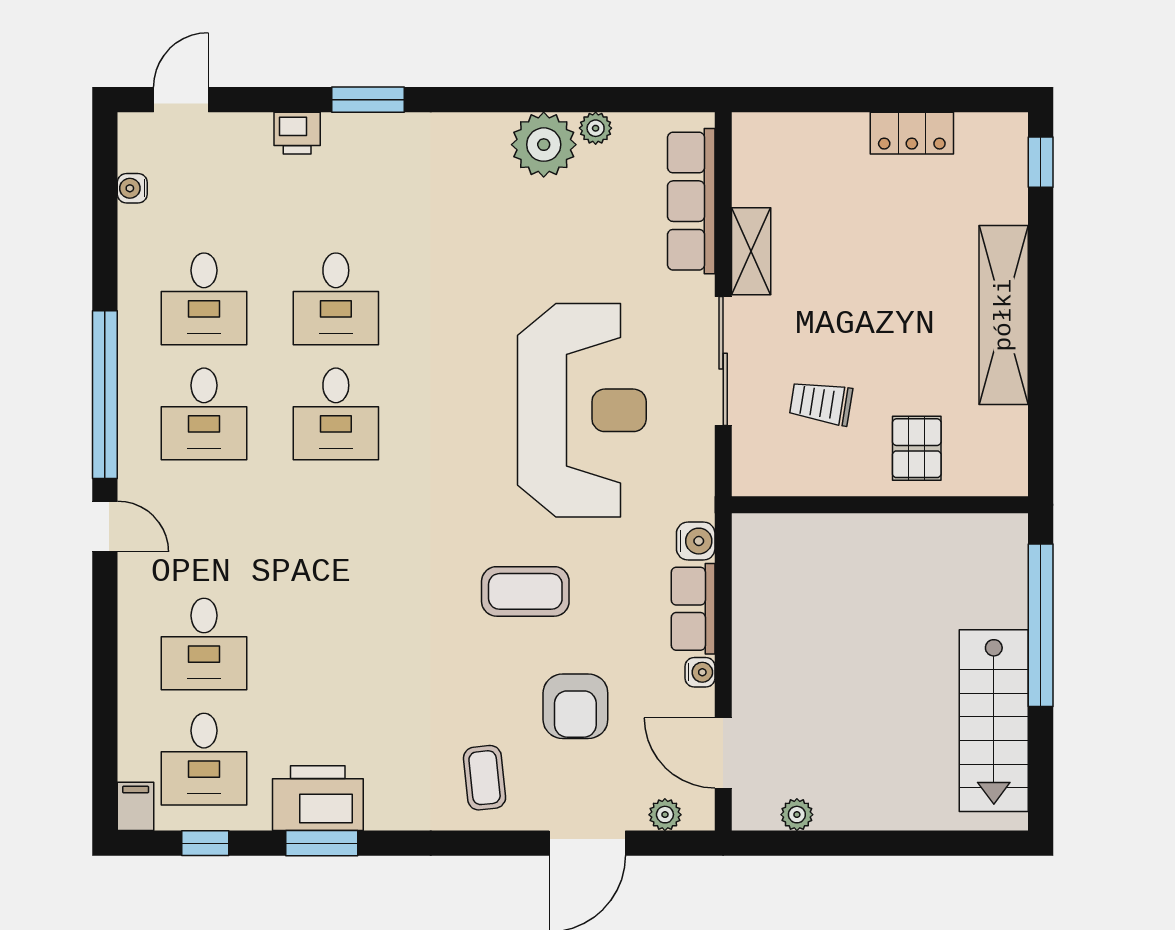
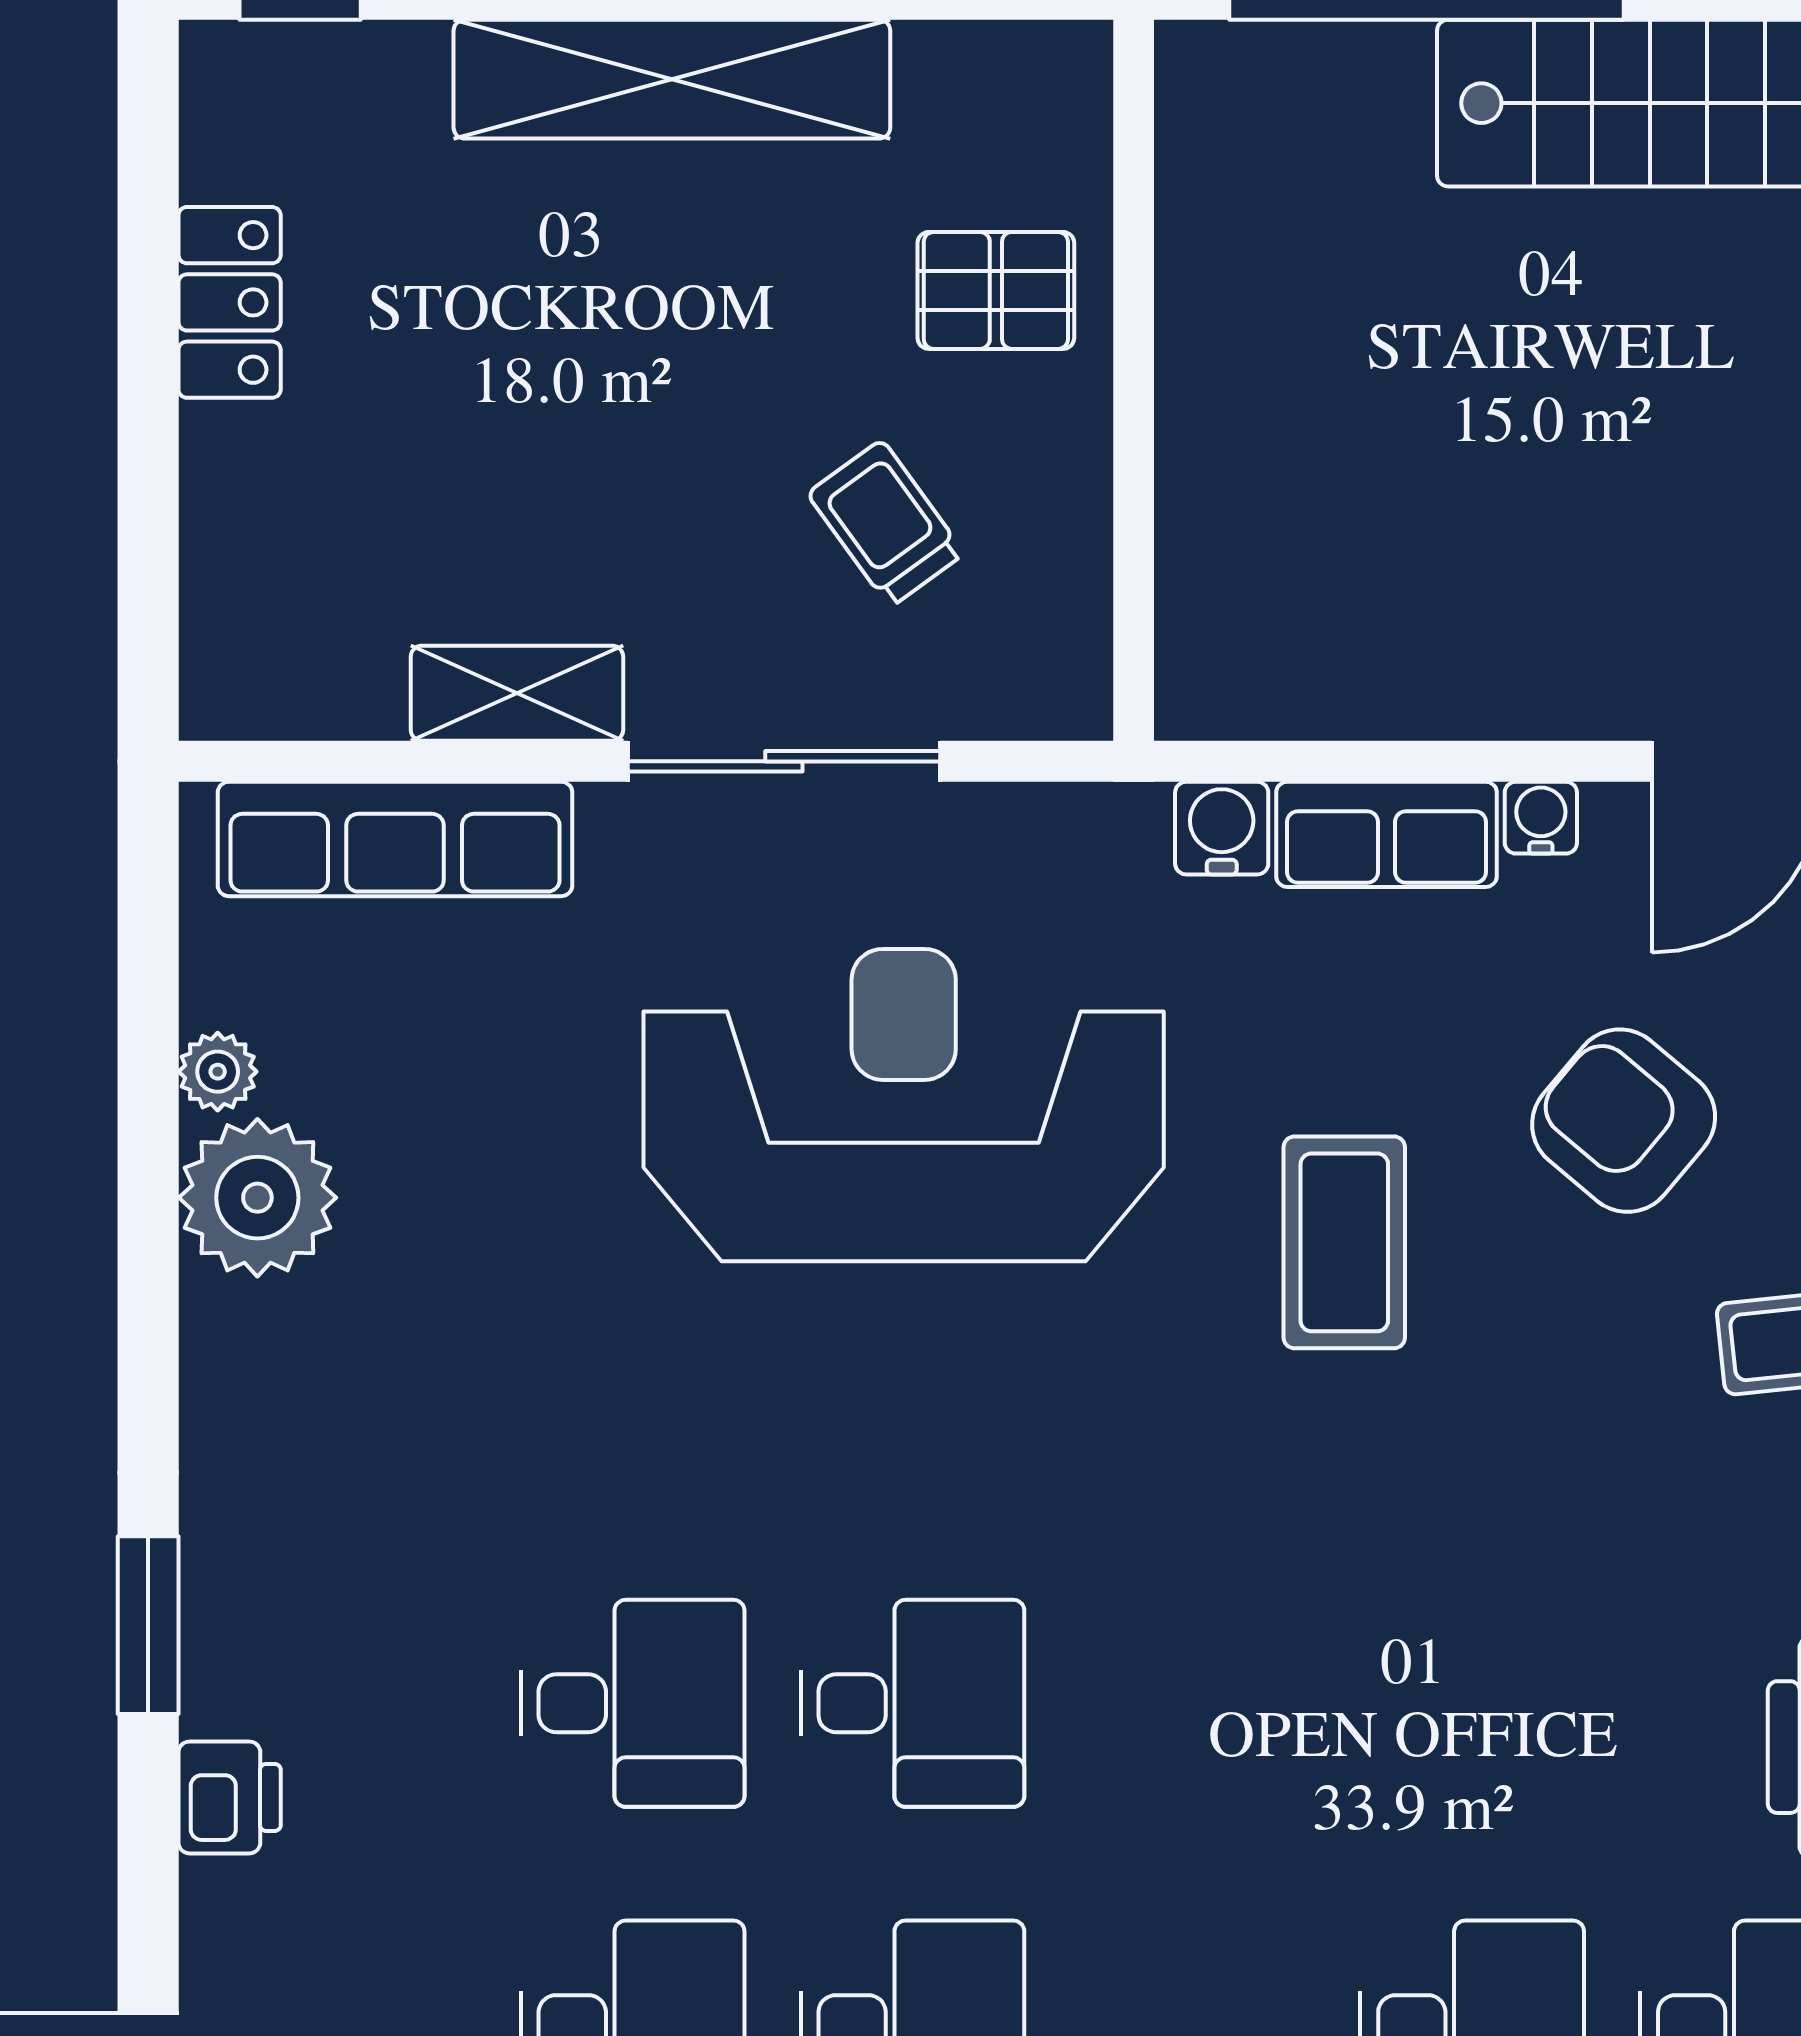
trolley: (821, 403) -> (886, 523), turned 135
armchair: (575, 706) -> (1624, 1121), turned -140

